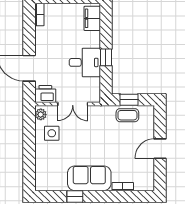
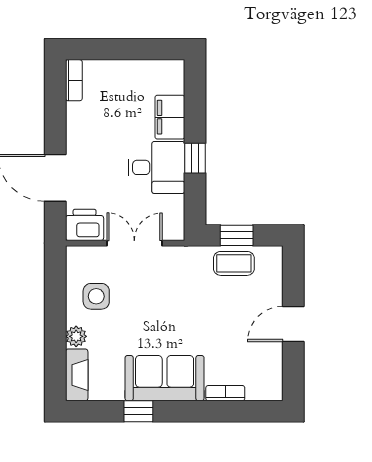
filing cabinet: (92, 18) -> (170, 117), moved
double door: (73, 104) -> (134, 243), swing flipped
plant: (41, 114) -> (76, 336), moved
fireplace: (41, 177) -> (77, 375), added

